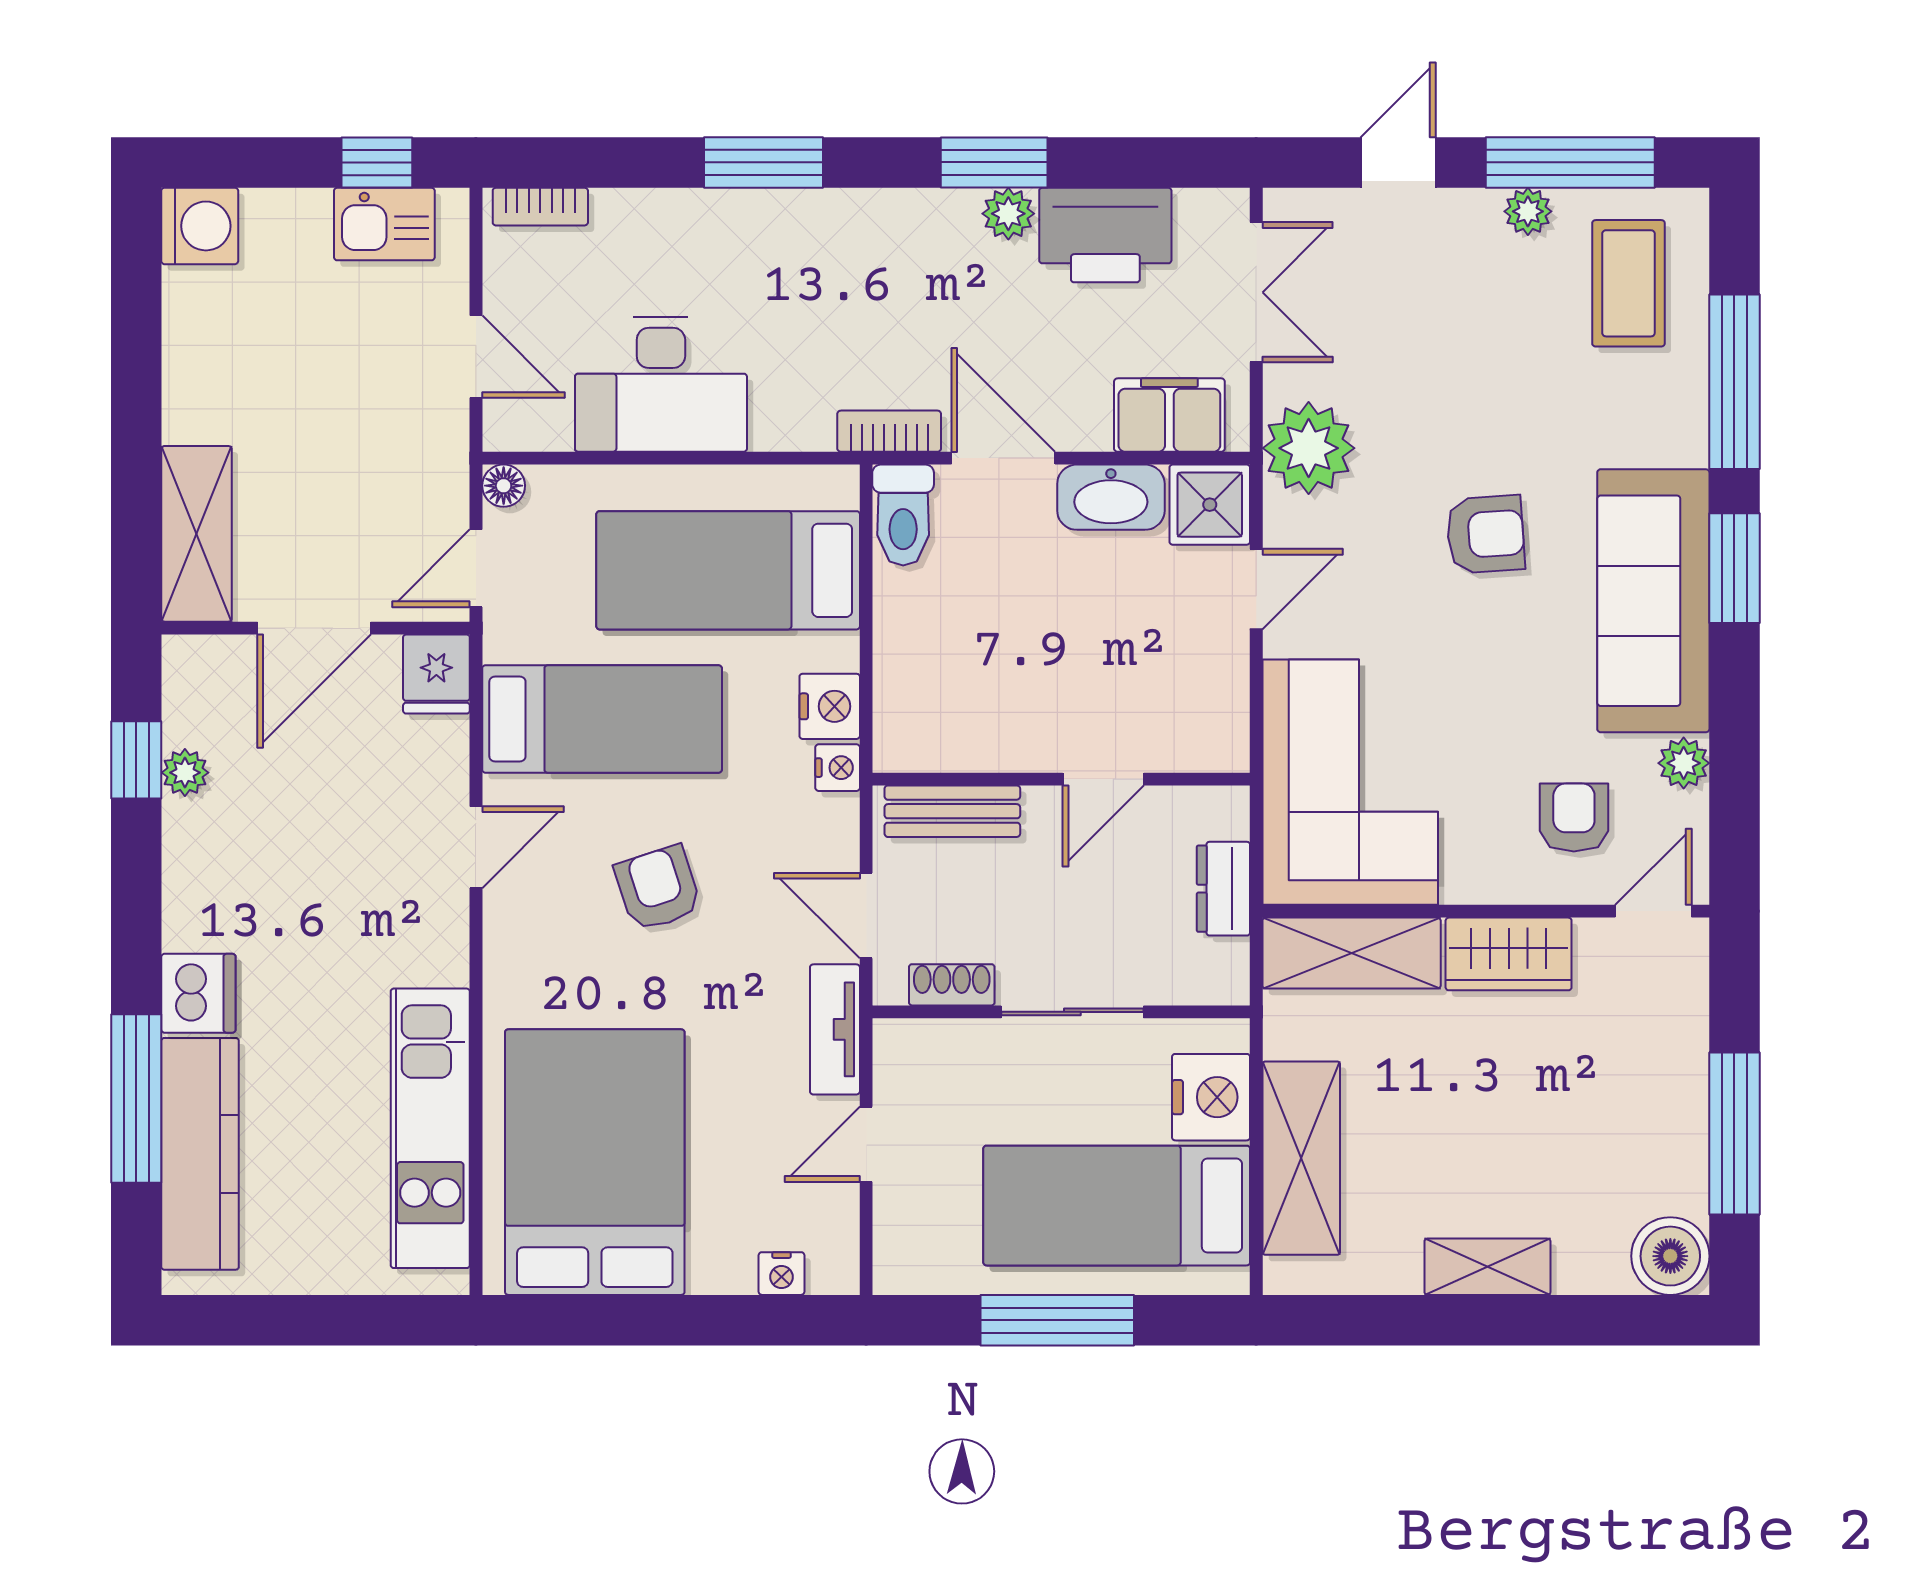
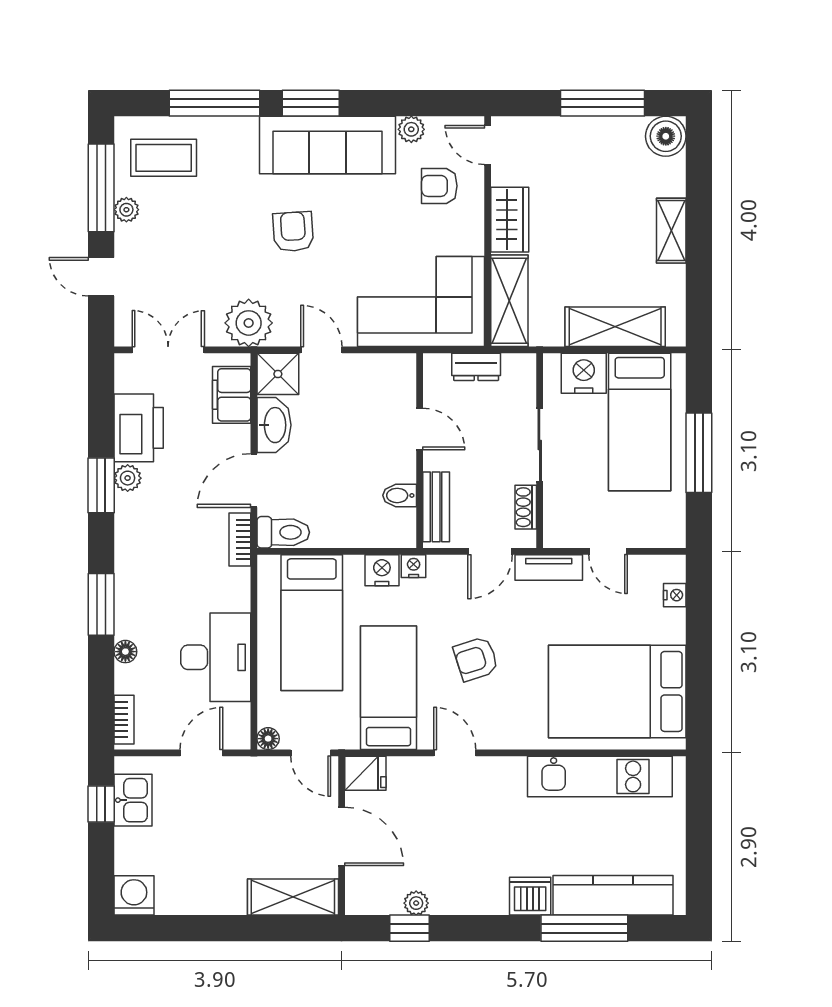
floor lamp: (672, 209) -> (125, 652), added
bidet: (974, 740) -> (400, 495), added

